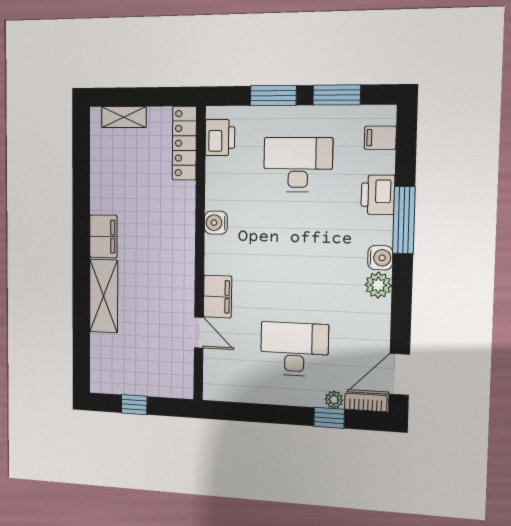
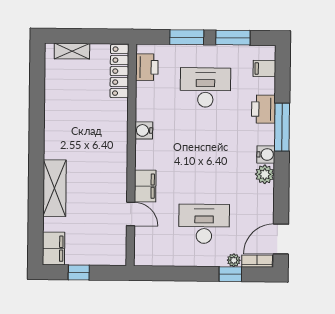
filing cabinet: (103, 236) -> (54, 249), moved

